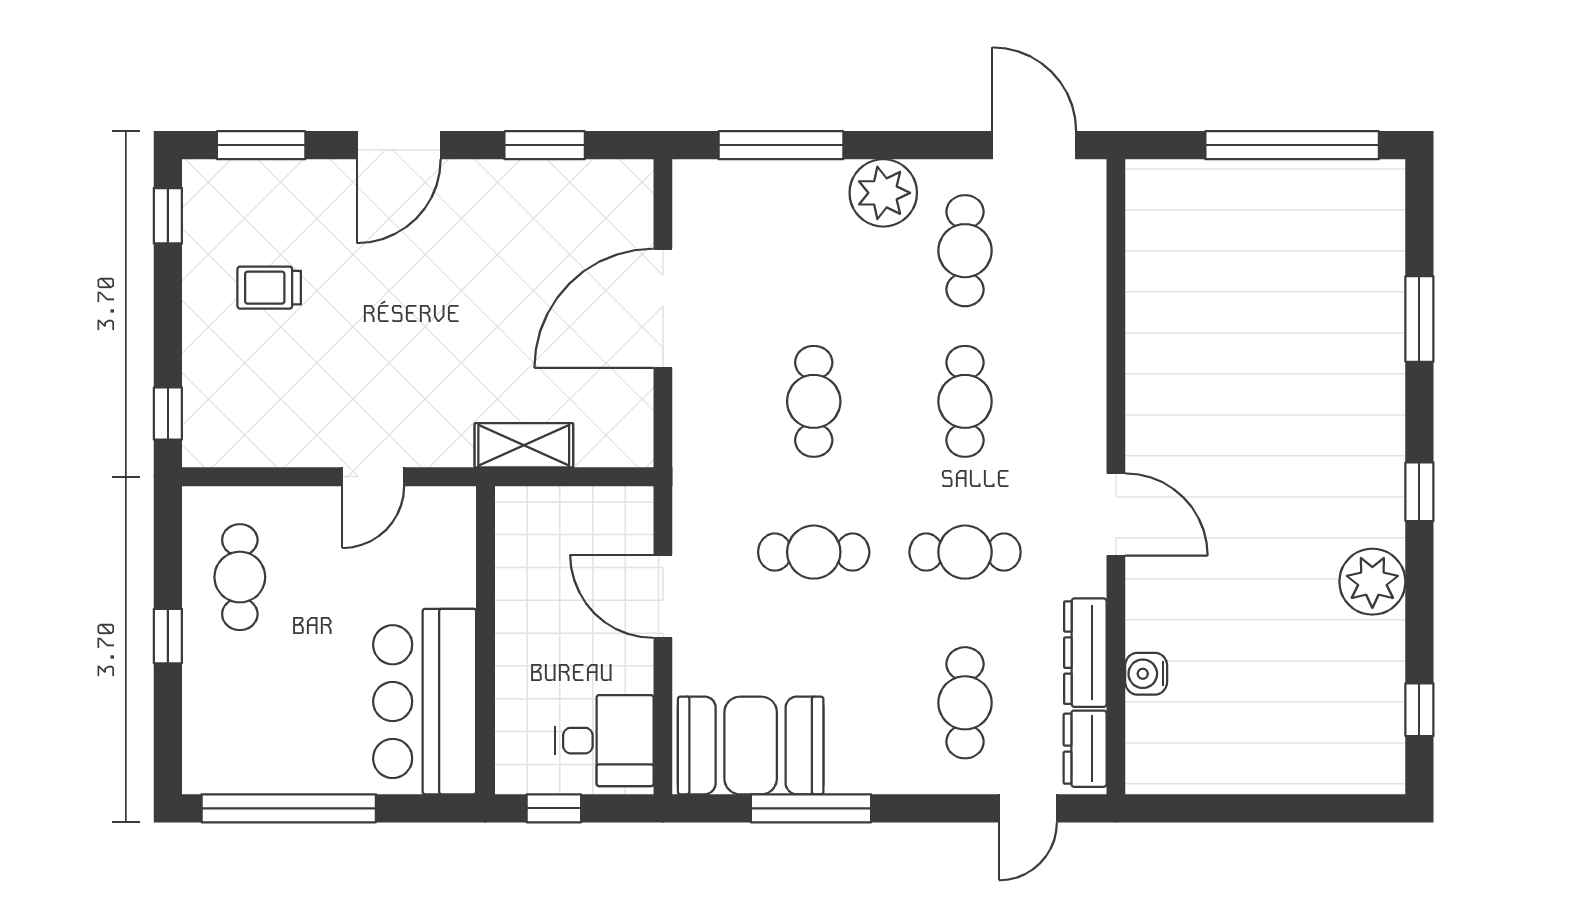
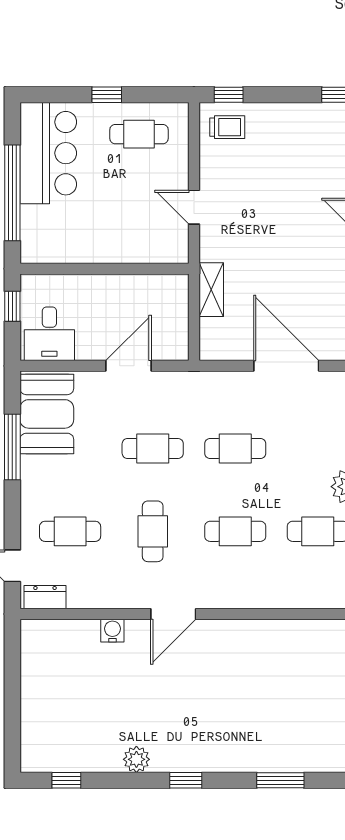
trolley: (269, 288) -> (227, 127), moved, turned 90
cafe table: (814, 552) -> (153, 448), turned 90
plant: (1372, 582) -> (136, 759), width x0.73, depth x0.73
dresser: (1085, 653) -> (98, 597), removed
water cooler: (1146, 674) -> (112, 631), moved
bar counter: (425, 702) -> (48, 153), moved, turned 90
window: (289, 808) -> (12, 193), moved

